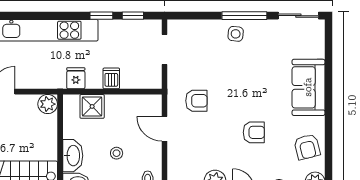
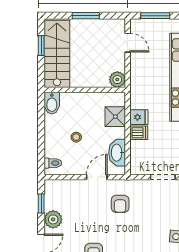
fridge: (76, 78) -> (139, 117), moved
washbasin: (73, 156) -> (117, 153), moved, turned 90

